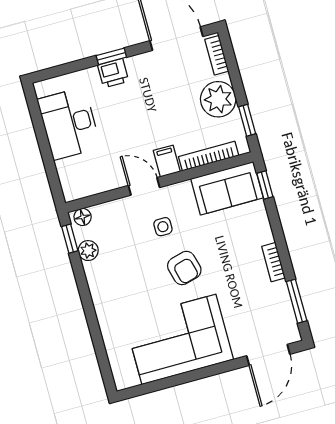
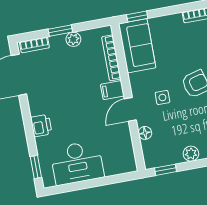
window: (111, 56) -> (36, 167), moved
plant: (218, 99) -> (73, 39), width x0.53, depth x0.53
window: (247, 120) -> (60, 31), moved
floor lamp: (83, 217) -> (145, 133), moved
plant: (88, 251) -> (191, 154), moved

